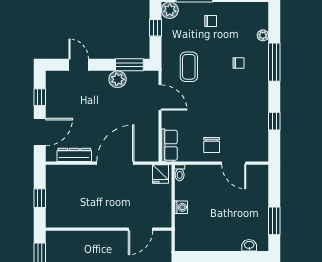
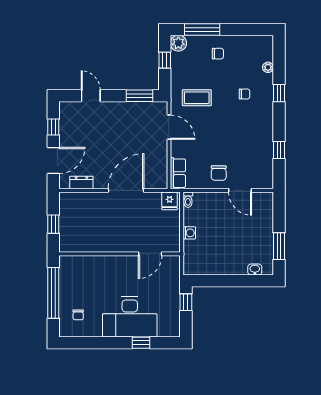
window: (274, 62) -> (279, 93), width x0.46
coffee table: (189, 67) -> (197, 98), turned 90
plant: (118, 79) -> (128, 110), removed
dresser: (74, 155) -> (81, 182), width x0.70

